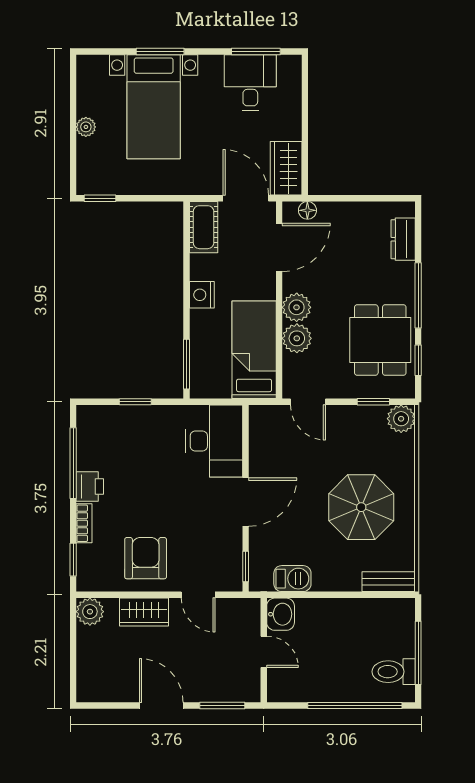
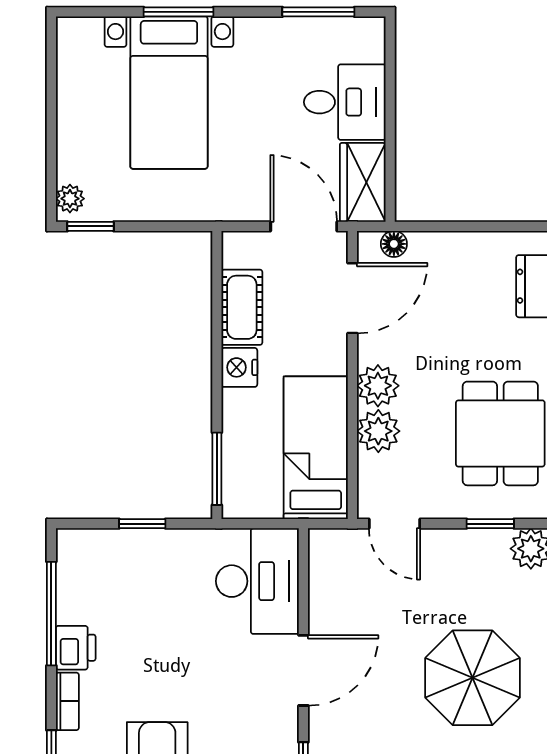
desk: (250, 83) -> (345, 102), moved, turned 90
plant: (86, 127) -> (70, 199), moved
cot: (204, 227) -> (242, 307), moved

